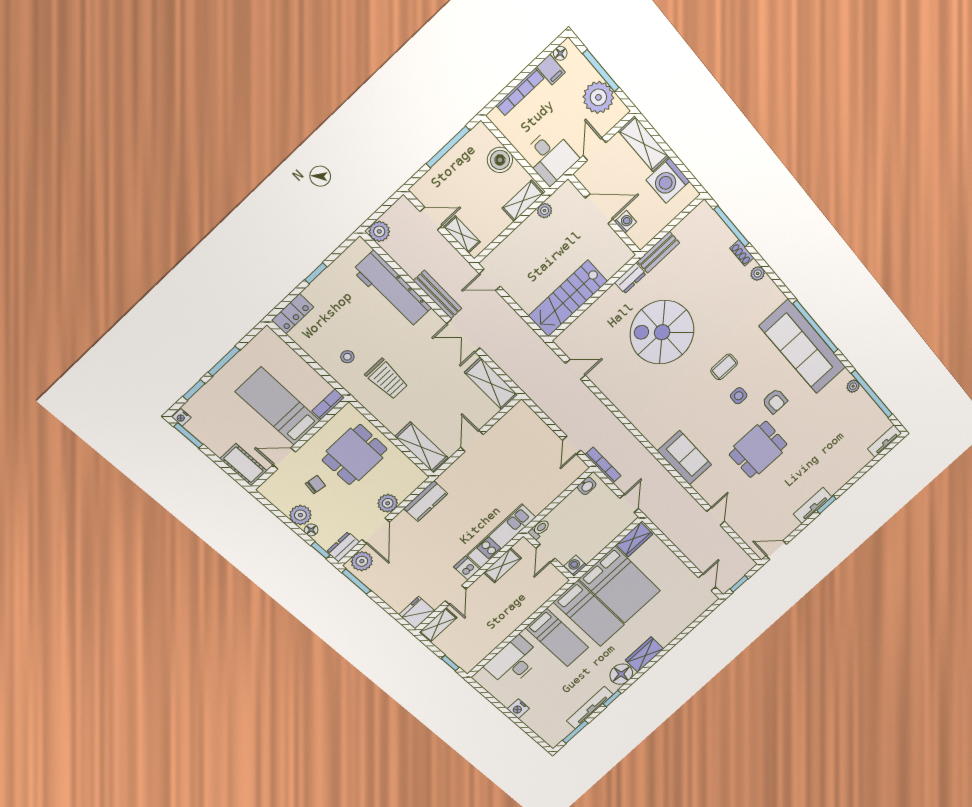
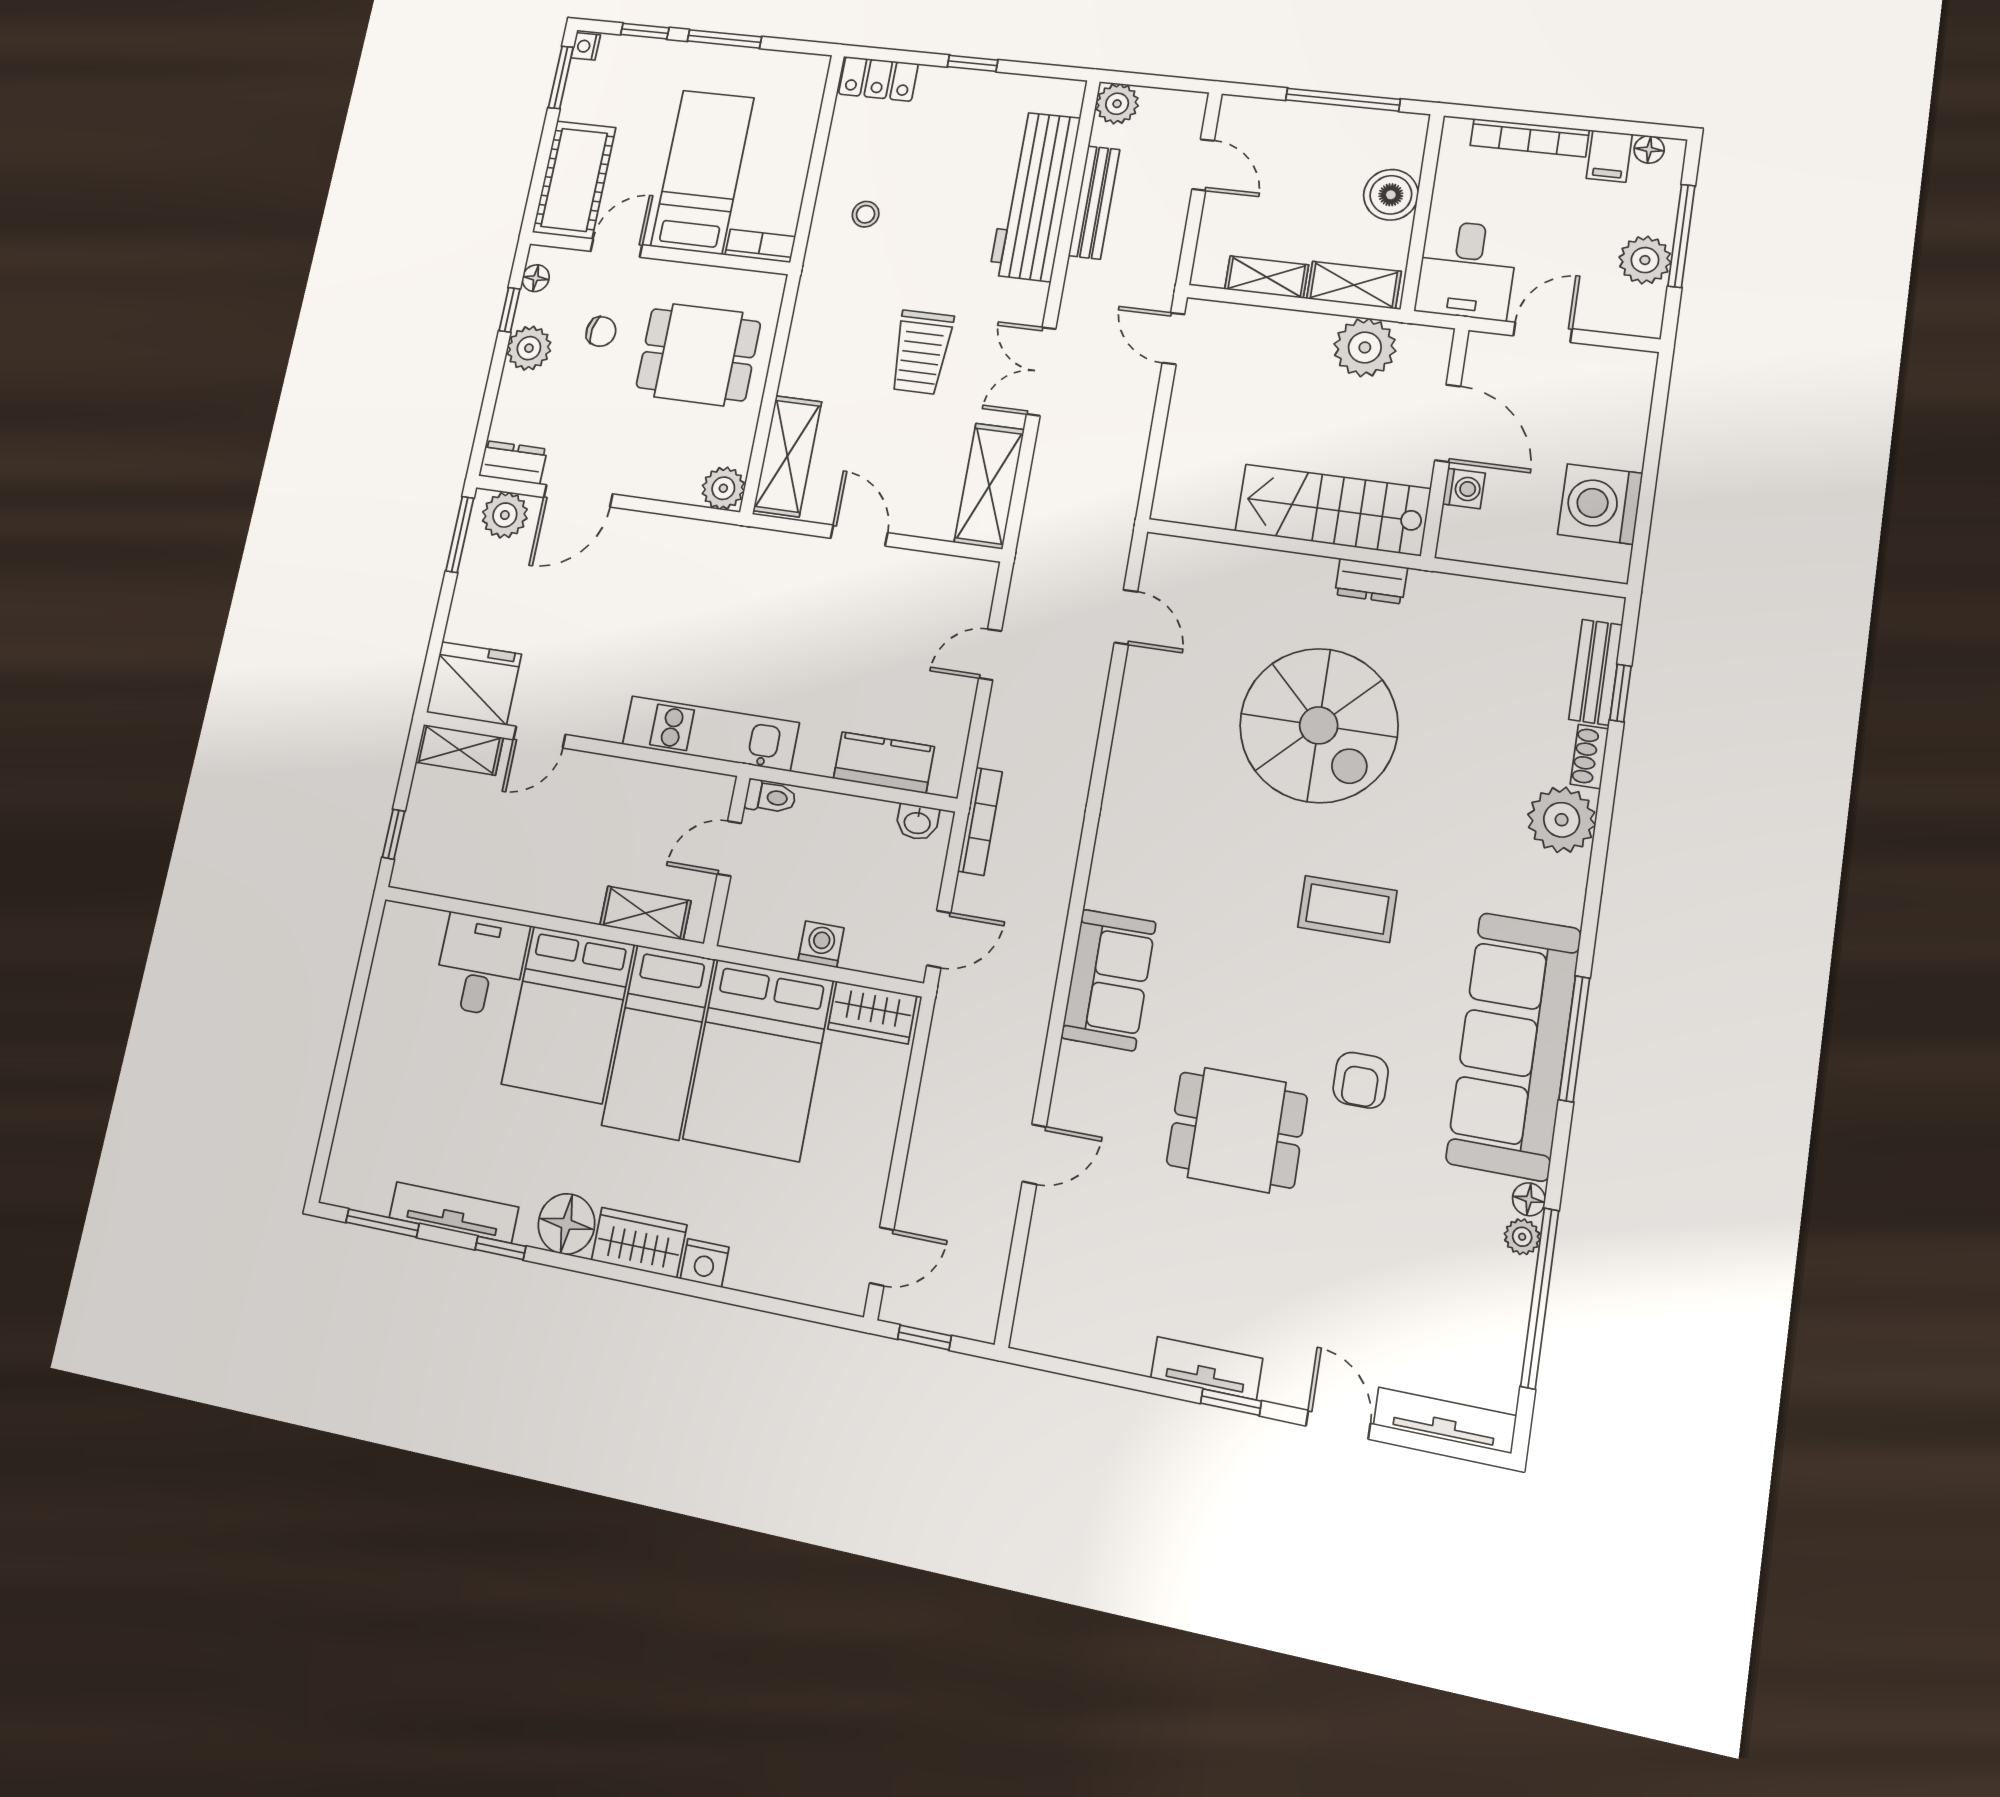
plant: (598, 97) -> (1645, 260), width x0.73, depth x0.73
shelving: (644, 144) -> (1626, 408), removed
plant: (545, 211) -> (1365, 347), width x1.88, depth x1.88
window: (731, 226) -> (1620, 693), width x0.46
shelving: (462, 234) -> (1267, 277), moved, turned 90
bench: (658, 252) -> (1596, 672), moved, turned 90
plant: (758, 273) -> (1562, 820), width x1.87, depth x1.87
bench: (438, 295) -> (1094, 202), moved
stairs: (568, 299) -> (1333, 510), moved
window: (816, 327) -> (1574, 1039), width x0.68
spiral stairs: (662, 332) -> (1319, 725), turned 180
coffee table: (724, 367) -> (1347, 909), width x1.36, depth x1.30
floor lamp: (845, 376) -> (1529, 1199), added
trolley: (387, 379) -> (921, 352), moved
side table: (739, 396) -> (1314, 990), removed
door: (472, 441) -> (859, 535), hinge flipped
tv unit: (885, 441) -> (1445, 1420), width x1.41
door: (572, 445) -> (990, 655), moved
door: (284, 458) -> (616, 248), hinge flipped
cot: (243, 465) -> (574, 180), width x1.37, depth x1.34
kitchen counter: (426, 501) -> (884, 763), moved, turned 180
plant: (388, 503) -> (723, 488), moved
floor lamp: (311, 530) -> (536, 278), moved
window: (320, 550) -> (509, 310), moved
door: (776, 550) -> (1338, 1425), moved
shelving: (502, 565) -> (645, 913), moved
washing machine: (575, 565) -> (821, 944), moved
dishwasher: (467, 568) -> (606, 717), removed
fridge: (417, 613) -> (474, 683), width x1.36, depth x1.34
bed: (557, 638) -> (568, 1014), width x1.50
desk: (513, 662) -> (481, 965), width x0.73
nightstand: (518, 709) -> (705, 1263), moved, turned -90

